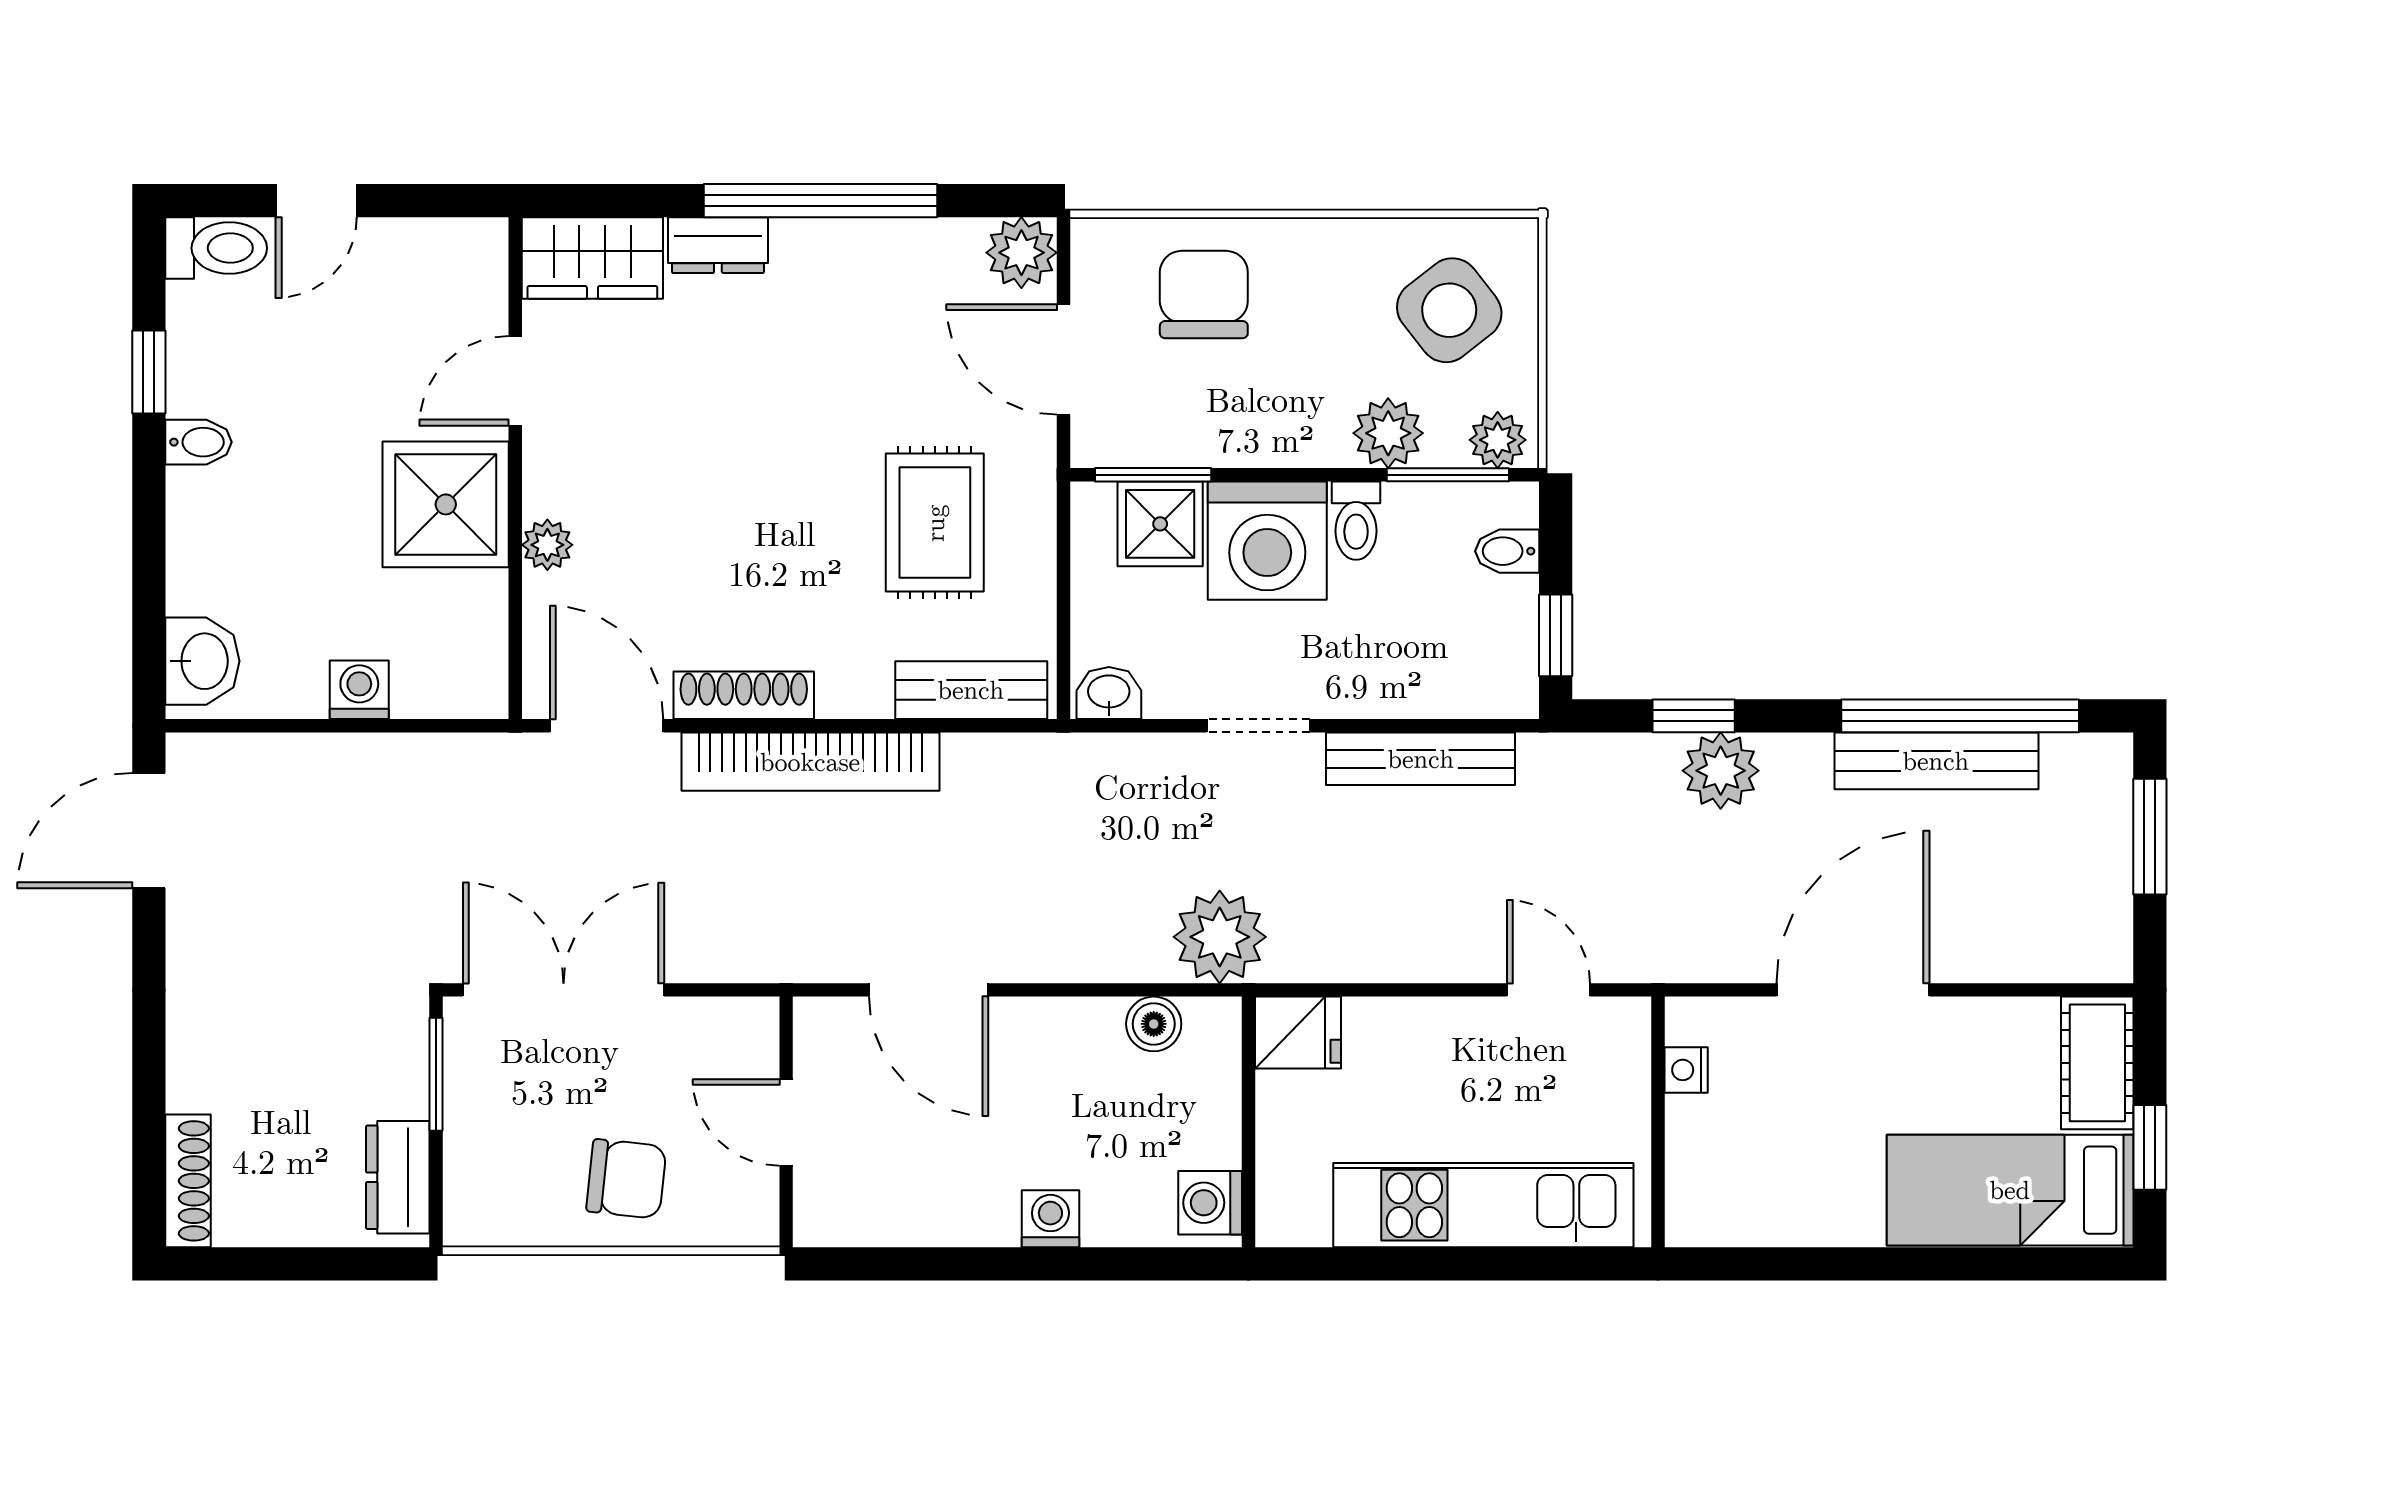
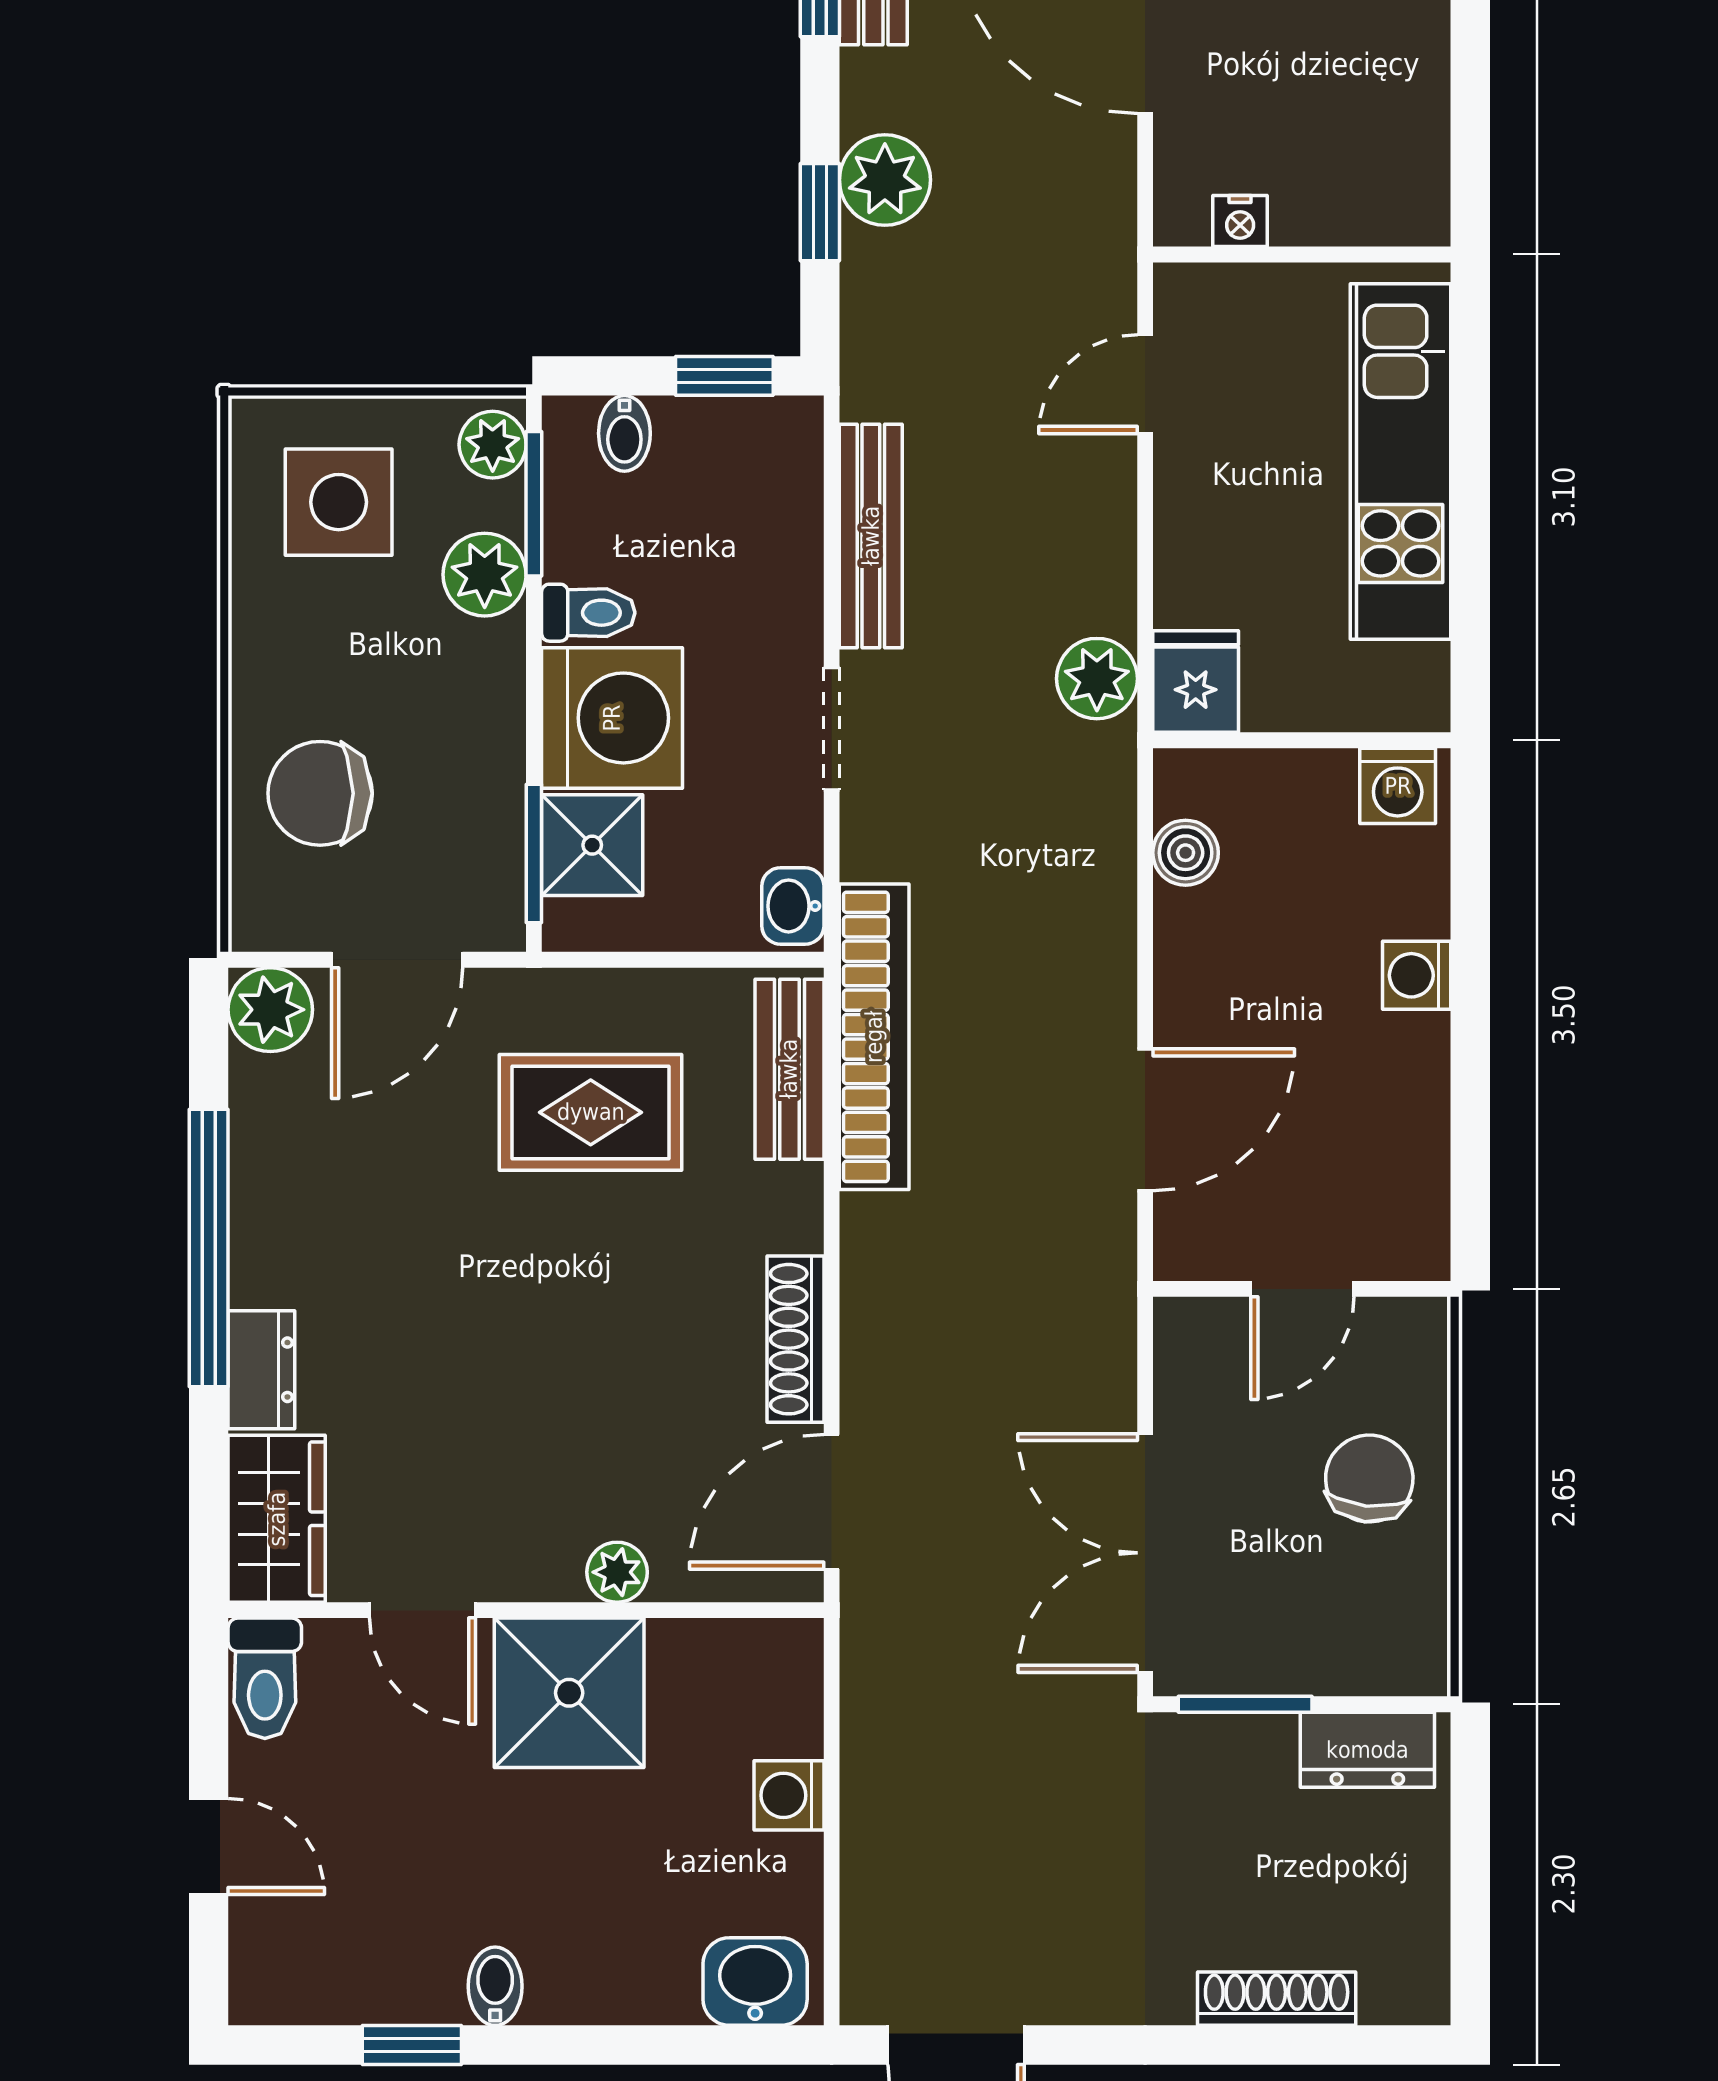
toilet: (216, 248) -> (265, 1678), moved, turned 180
side table: (1449, 310) -> (339, 502), turned 38
bookcase: (810, 762) -> (874, 1037), moved
plant: (1220, 937) -> (1097, 679), moved, width x0.73, depth x0.73
shoe rack: (188, 1181) -> (1277, 1999), moved

